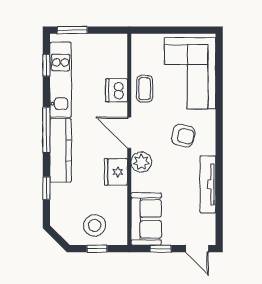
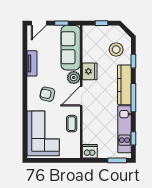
dishwasher: (117, 90) -> (90, 151), moved, turned -90
door: (129, 133) -> (81, 96), swing flipped
tv unit: (208, 184) -> (32, 63), width x0.71
sofa: (146, 219) -> (71, 48), width x1.36
stool: (95, 225) -> (116, 50), moved
door: (197, 249) -> (39, 23), swing flipped

